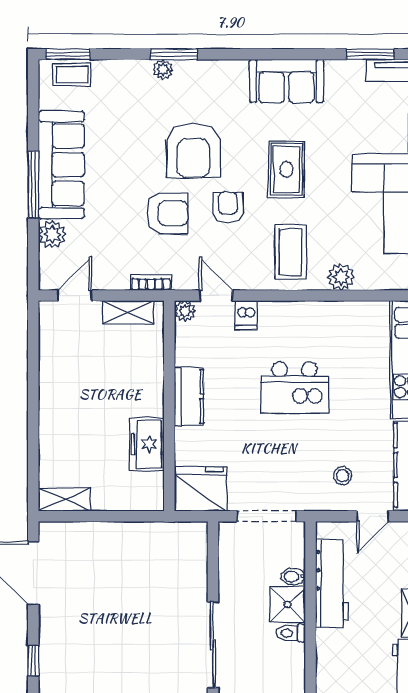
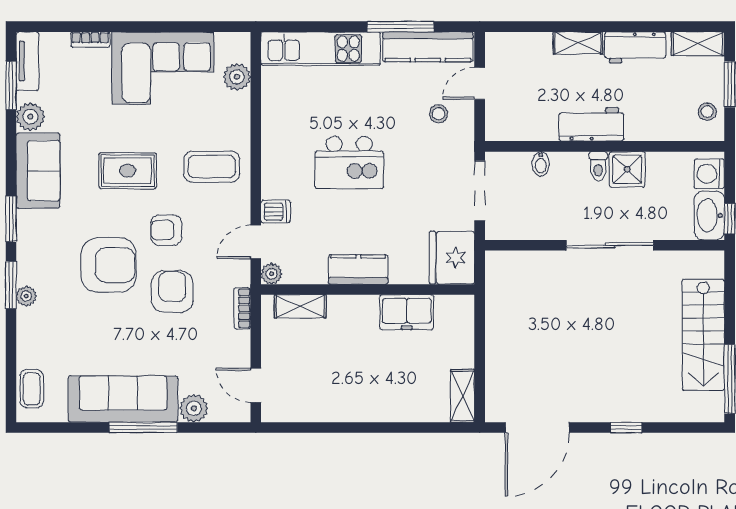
window: (68, 54) -> (11, 219), moved
plant: (340, 73) -> (30, 117), added
plant: (341, 277) -> (237, 77), moved
shelving: (128, 312) -> (300, 306), moved, turned 90
kitchen island: (295, 388) -> (349, 163), turned 90
door: (373, 516) -> (480, 83), swing flipped
workbench: (332, 583) -> (591, 124), moved, width x0.73
shower: (288, 604) -> (627, 169), moved

